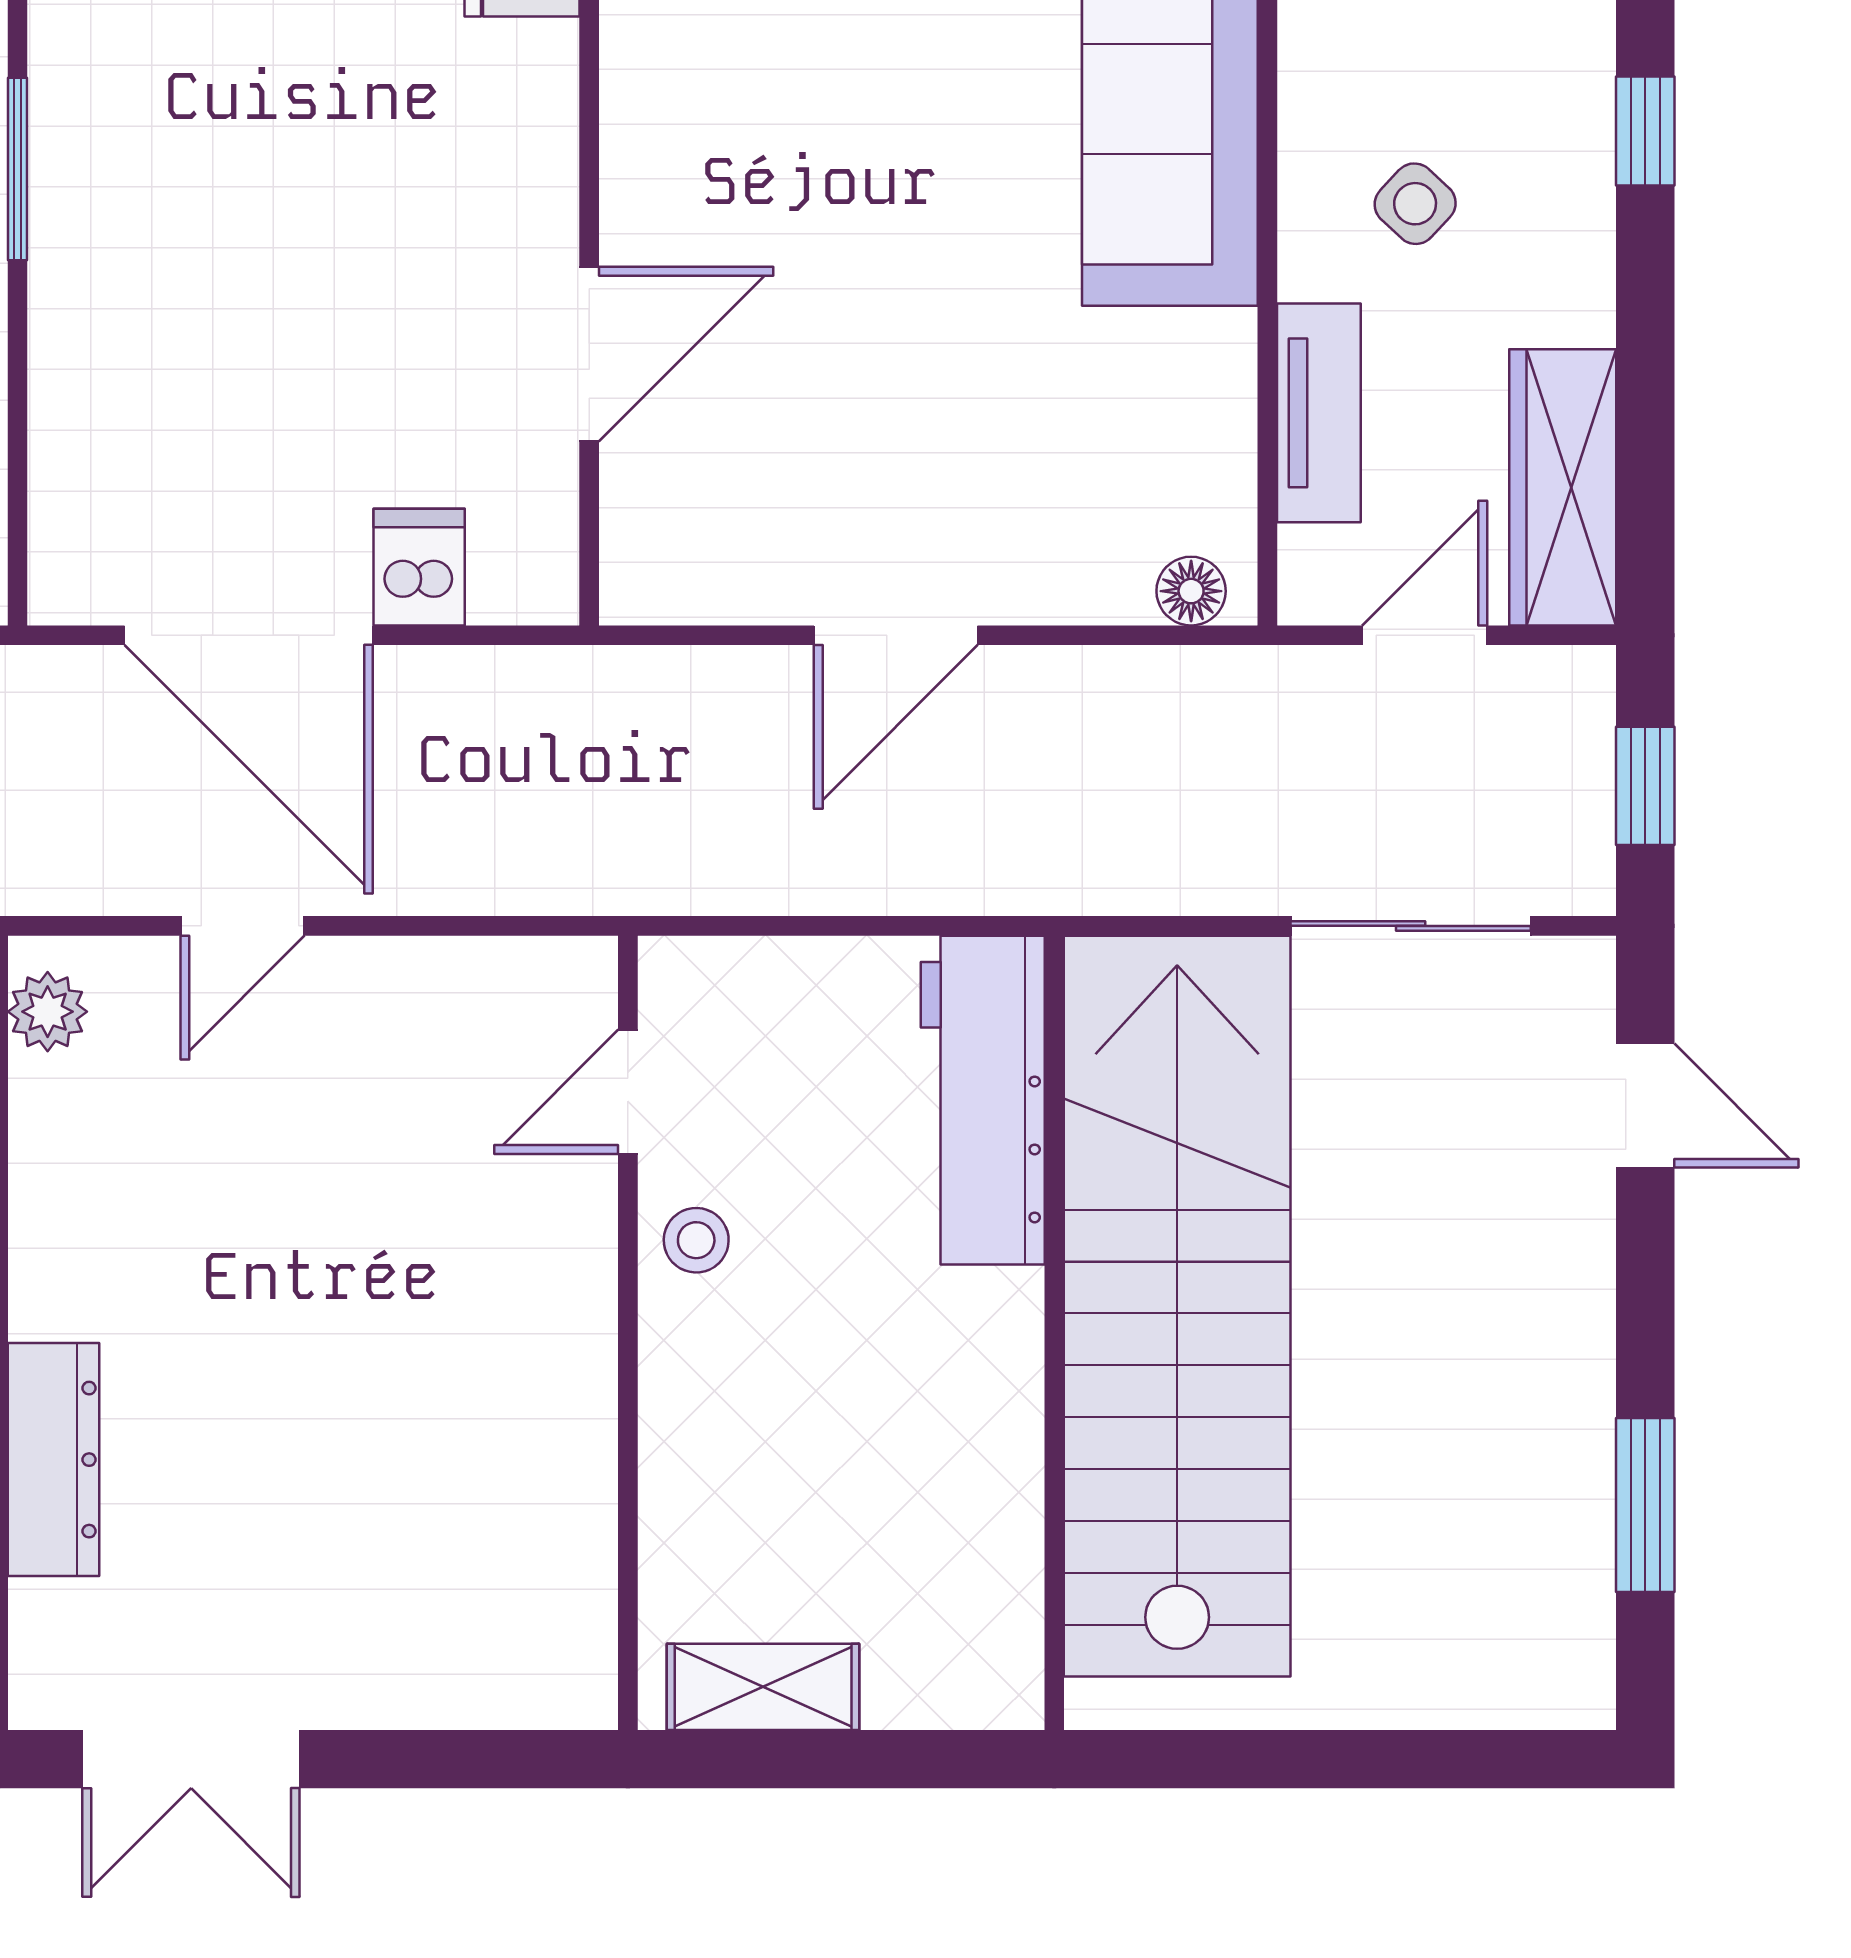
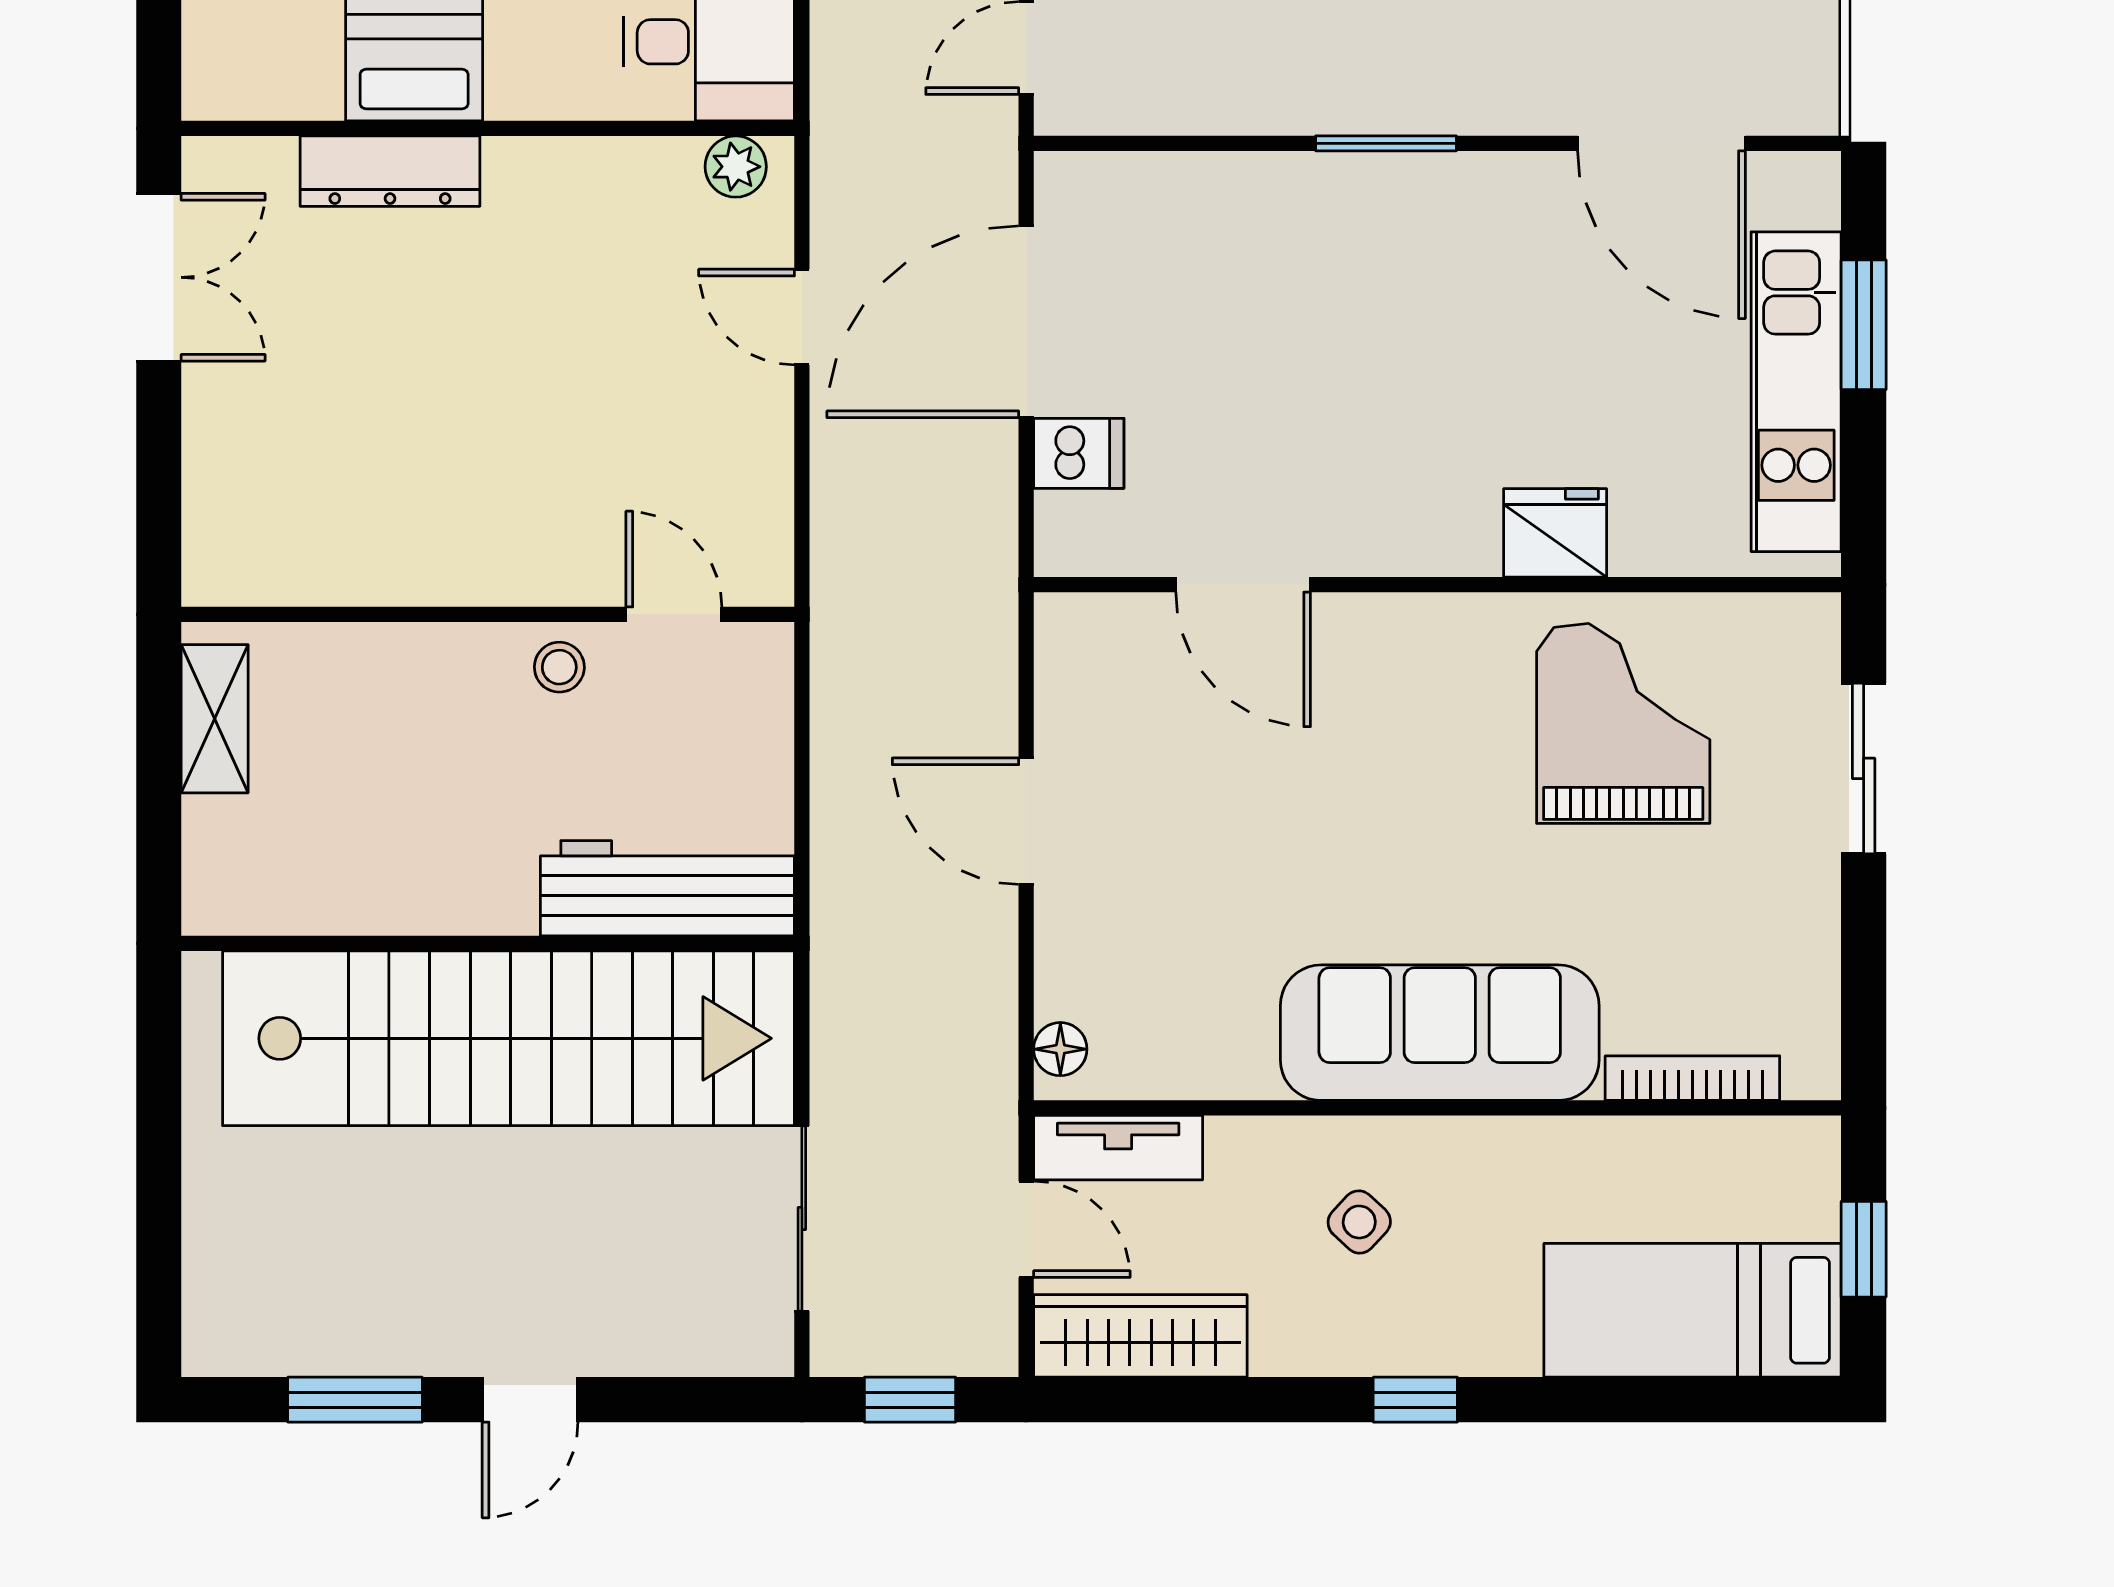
tv unit: (1319, 413) -> (1118, 1148), moved
door: (1645, 1105) -> (530, 1400), moved
double door: (191, 1759) -> (159, 277), swing flipped

